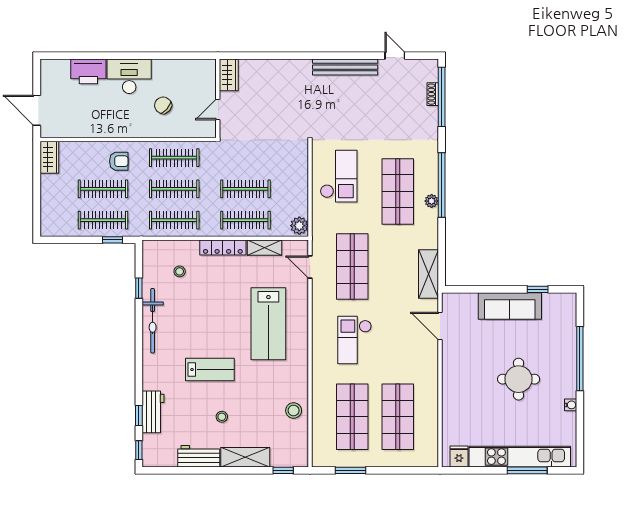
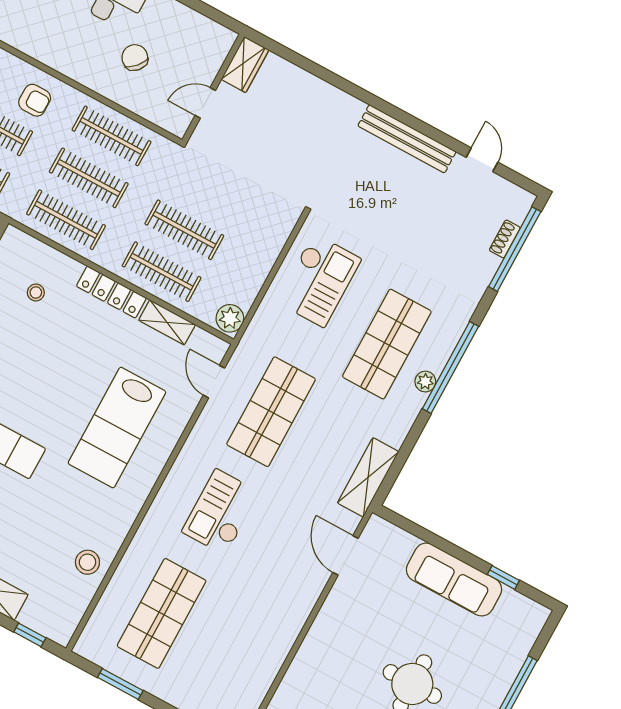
shop shelf: (398, 417) -> (223, 647), removed

